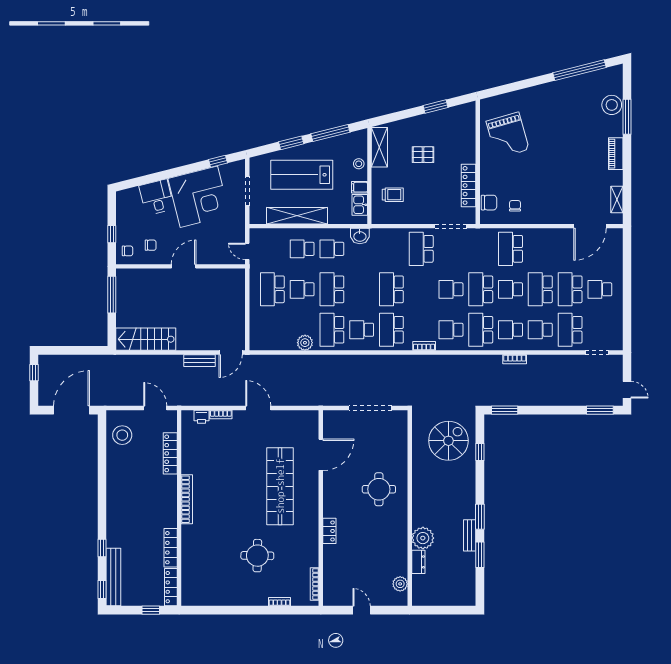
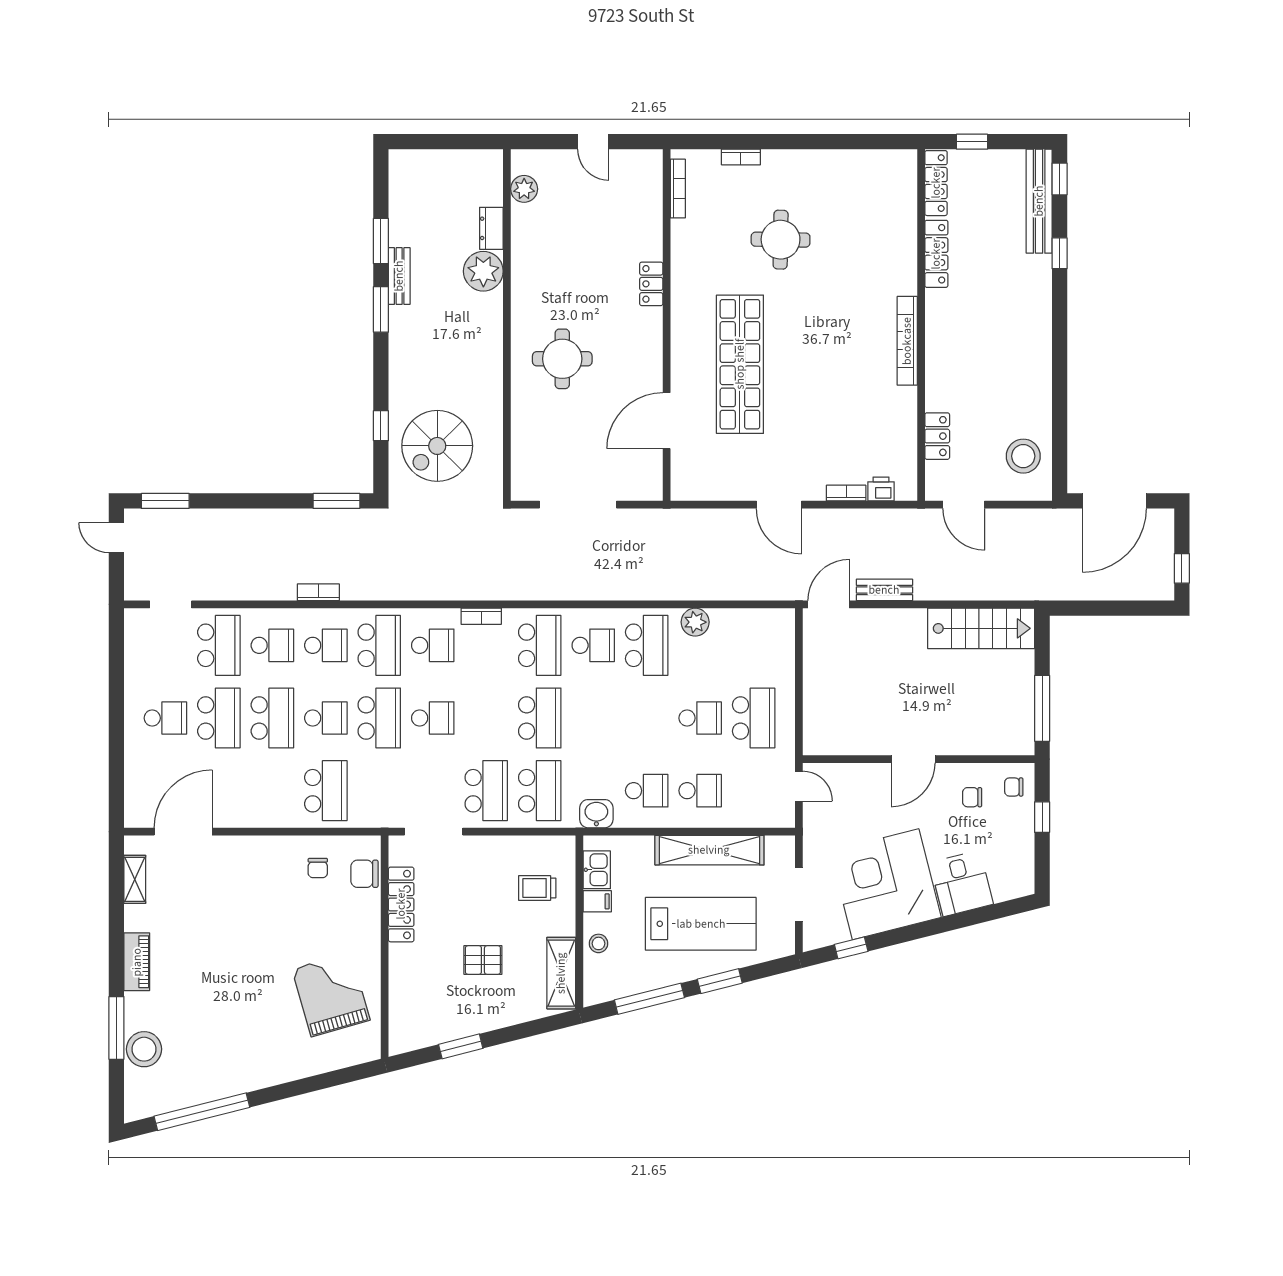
school desk: (332, 289) -> (540, 791), moved
locker: (170, 453) -> (937, 436), width x0.66

